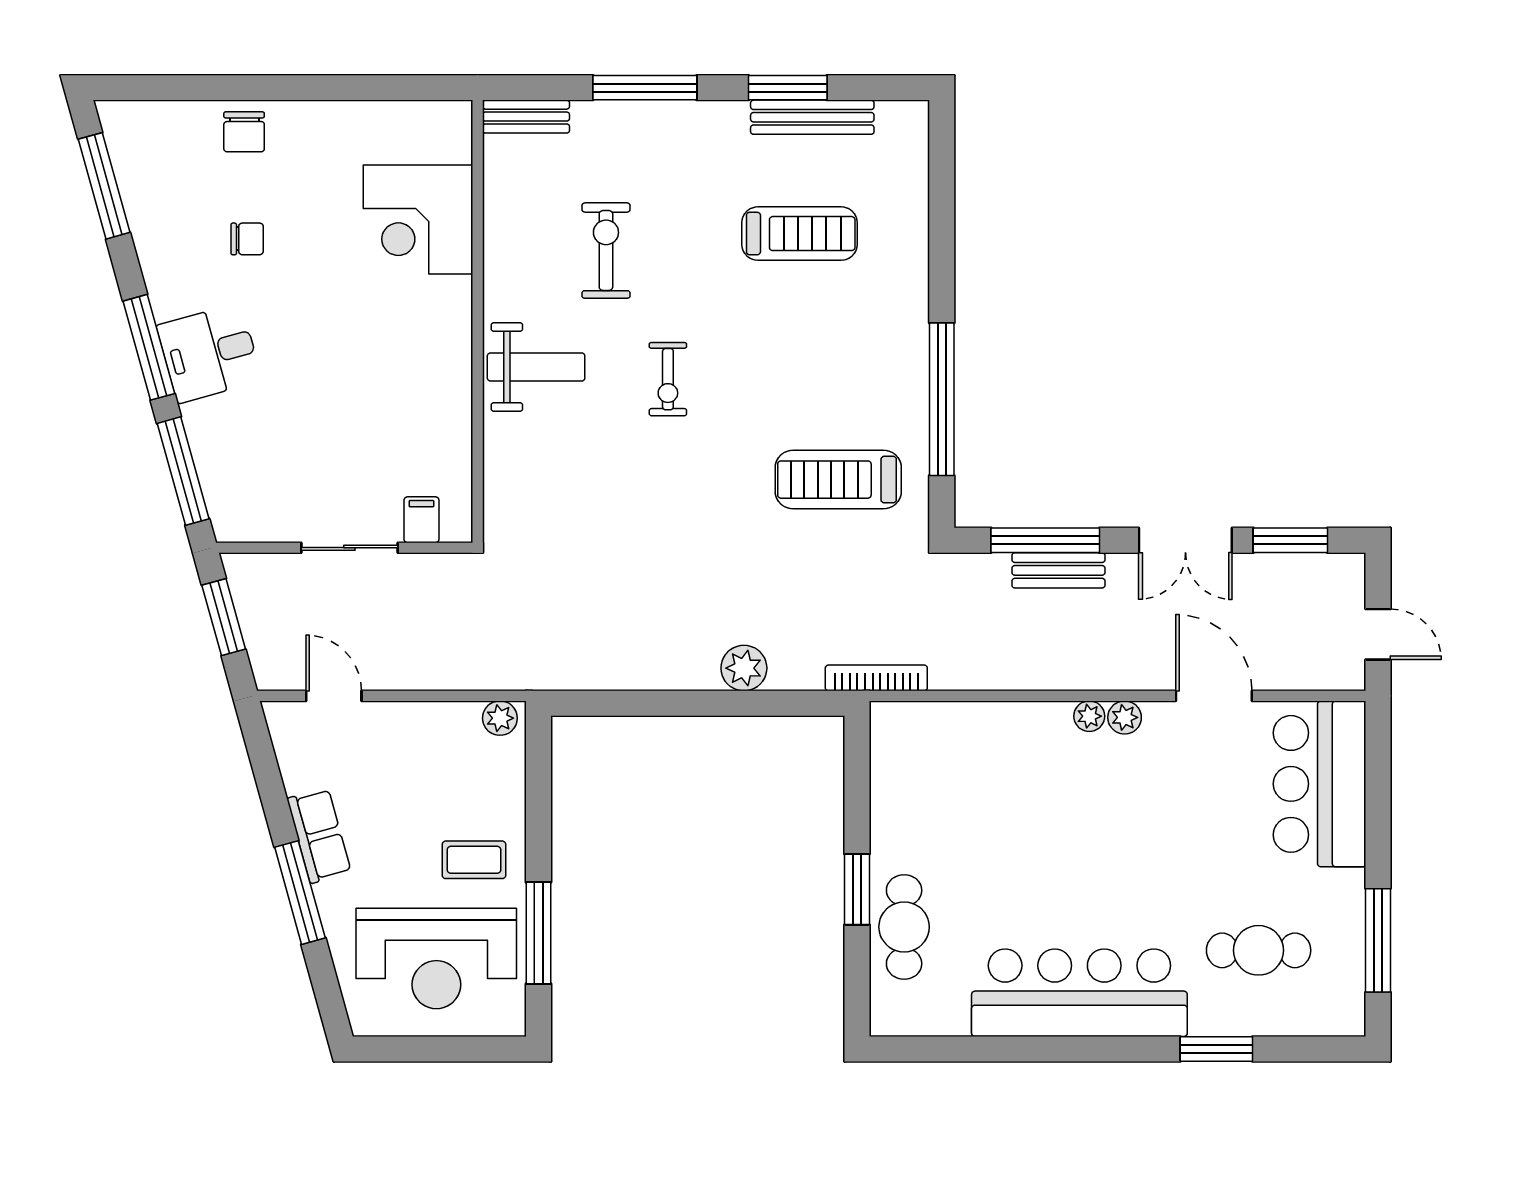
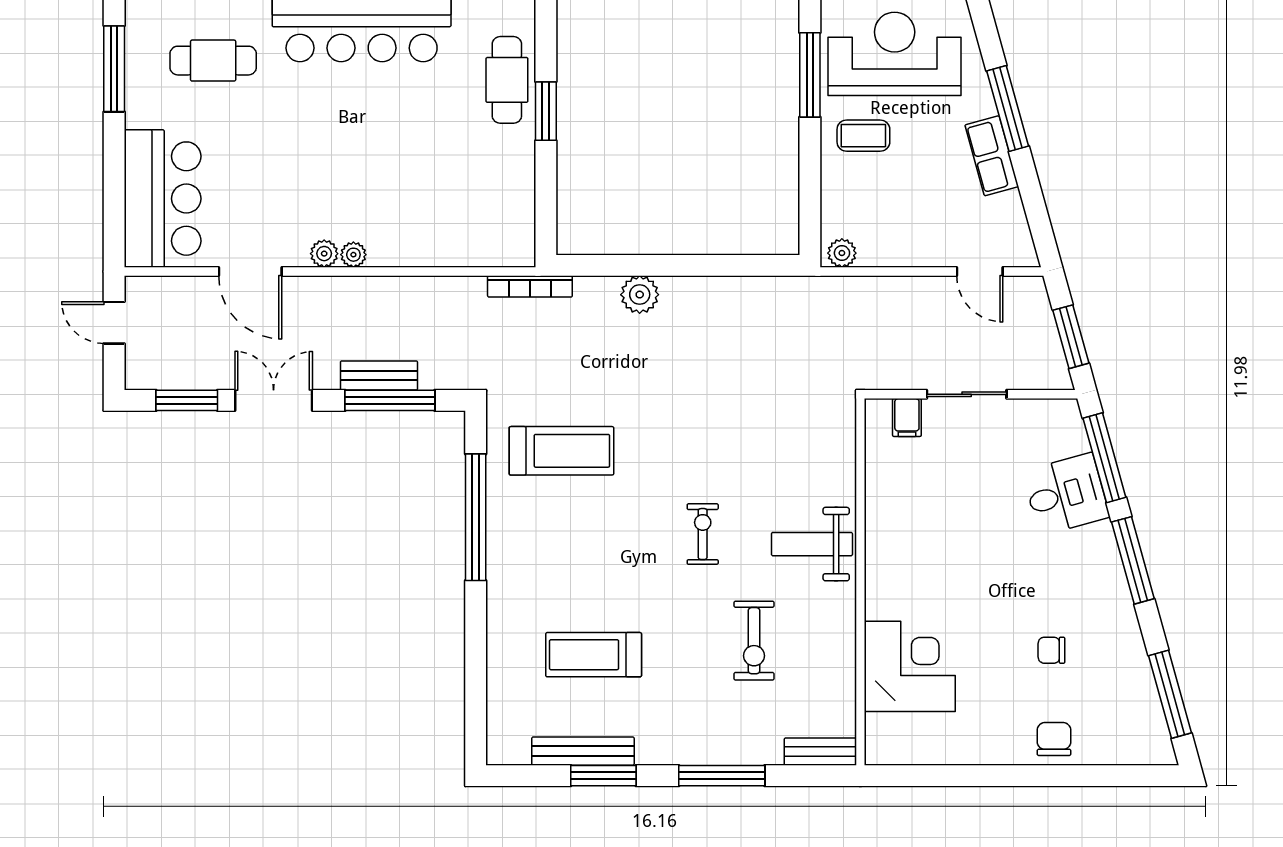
desk: (209, 353) -> (1066, 494), moved

